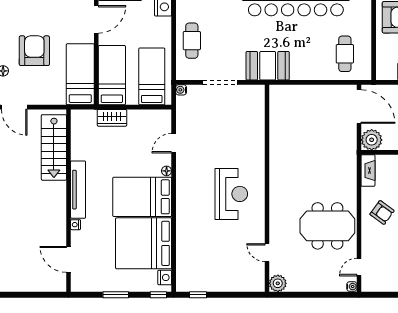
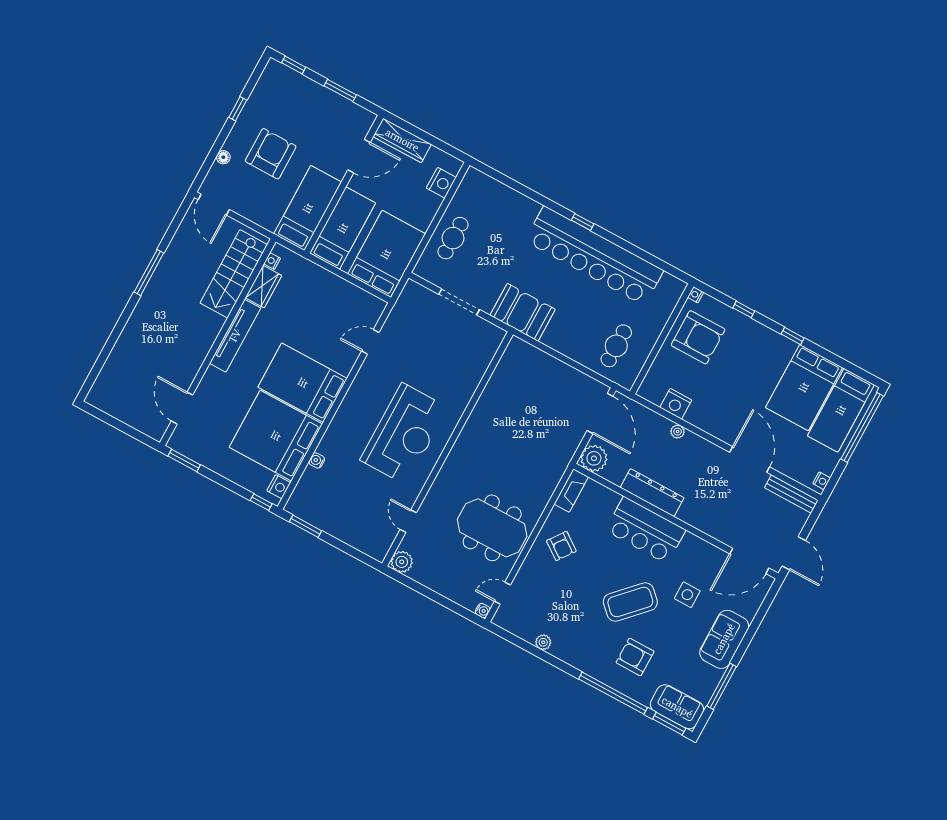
bed: (152, 76) -> (386, 254), width x1.50
water cooler: (181, 90) -> (317, 460), moved
wardrobe: (112, 118) -> (263, 287), moved, turned -90
floor lamp: (167, 171) -> (345, 369), removed
reception desk: (231, 194) -> (404, 434), width x1.36, depth x1.30
nightstand: (76, 225) -> (272, 261), moved
window: (116, 295) -> (184, 460), moved
window: (198, 295) -> (306, 526), width x1.50

